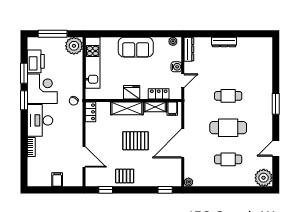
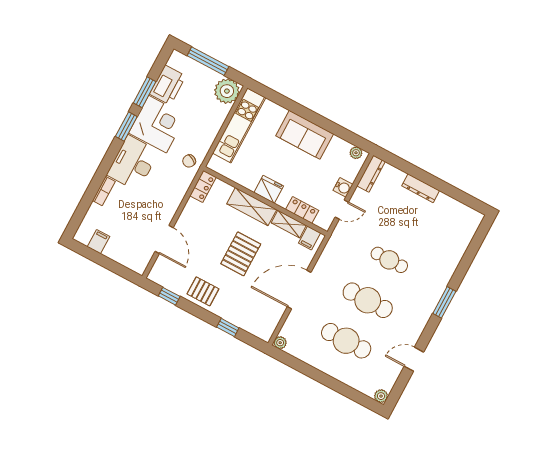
pallet: (135, 141) -> (241, 254), turned 90
cafe table: (228, 159) -> (346, 341), width x1.37, depth x1.35
plant: (264, 178) -> (381, 396), width x0.53, depth x0.53
filing cabinet: (57, 180) -> (98, 242), moved
window: (165, 190) -> (228, 327), moved

